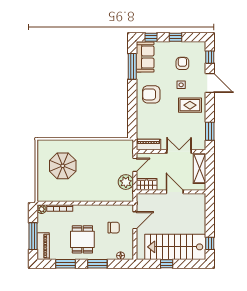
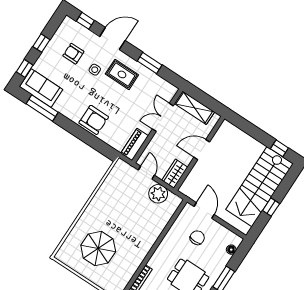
armchair: (151, 94) -> (94, 120), moved, turned -90
rug: (190, 105) -> (122, 74), turned 90
window: (210, 131) -> (150, 63), moved

